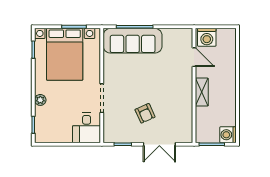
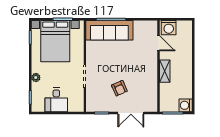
desk: (87, 128) -> (56, 100), moved

